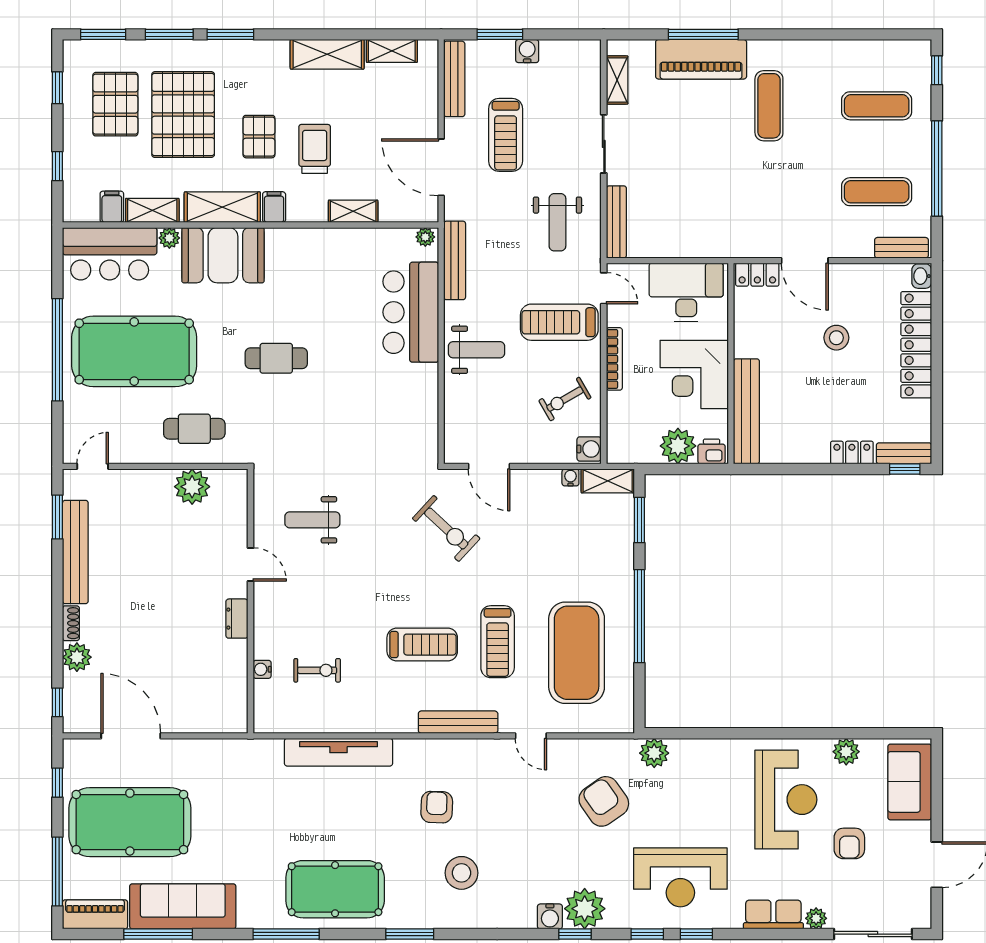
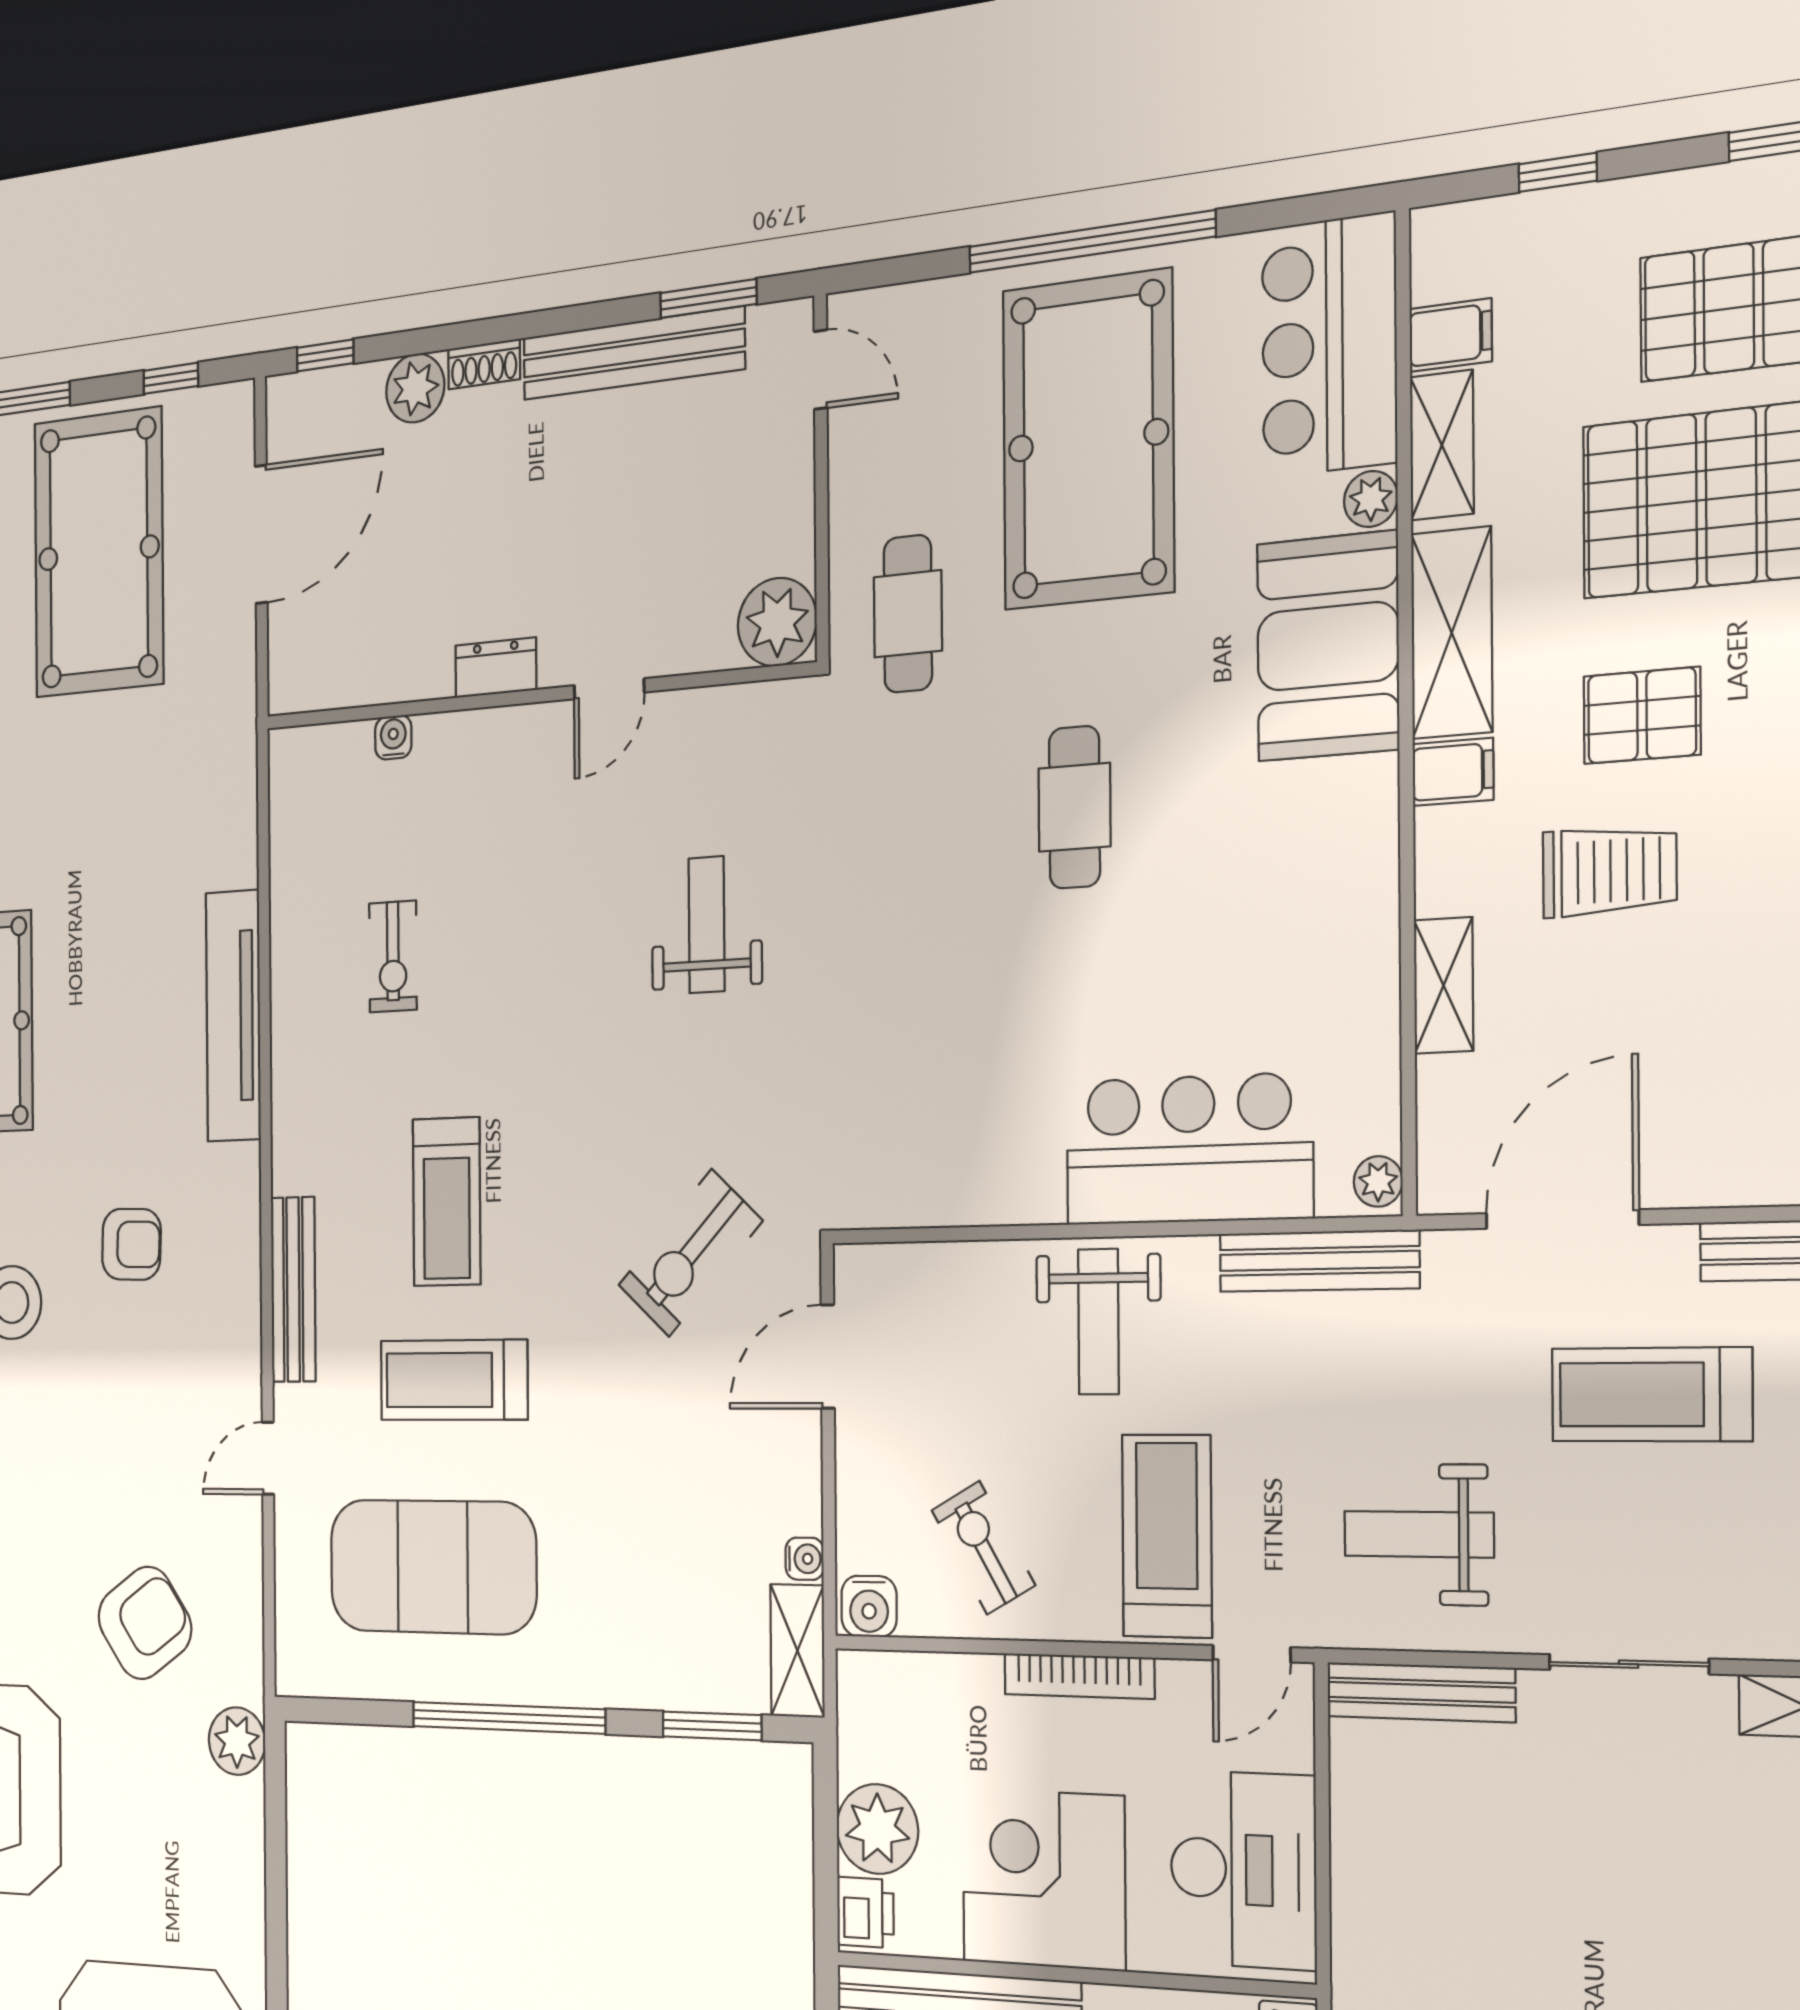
door: (251, 564) -> (609, 689), moved
wall: (251, 601) -> (532, 696), moved
dresser: (237, 619) -> (496, 668), moved
water cooler: (262, 669) -> (393, 737), moved

